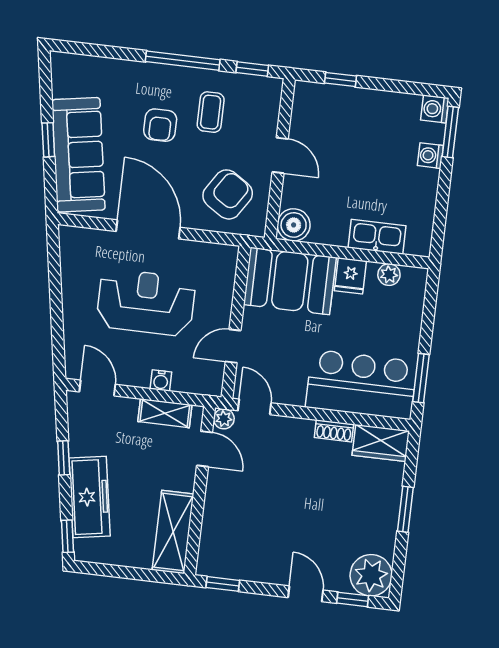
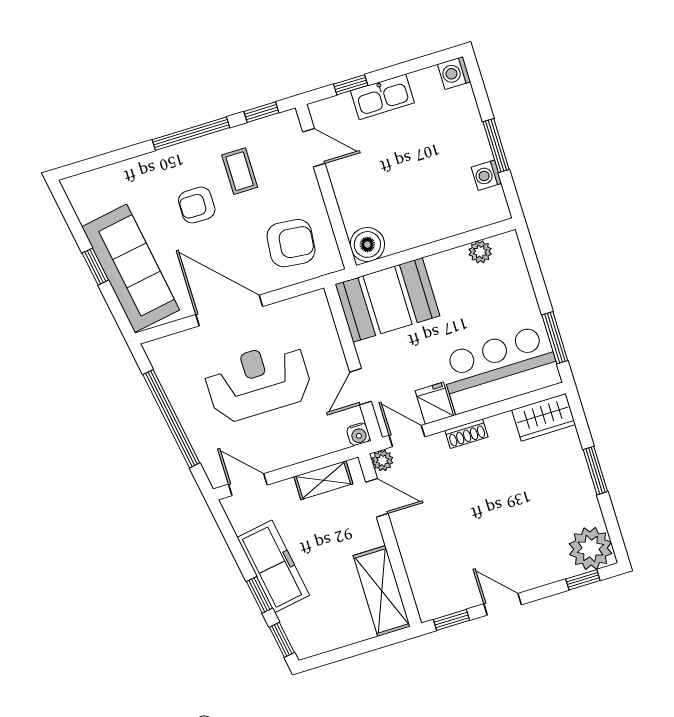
armchair: (160, 125) -> (197, 205), turned 90
window: (450, 132) -> (496, 146), moved
door: (280, 155) -> (314, 148), moved
washing machine: (430, 156) -> (486, 175), moved
armchair: (228, 194) -> (291, 243), turned 63
kitchen sink: (377, 237) -> (382, 97), moved, turned 180
fridge: (350, 276) -> (434, 403), moved, turned 180
window: (56, 301) -> (171, 419), added
water cooler: (161, 380) -> (358, 434), moved
shoe rack: (334, 431) -> (466, 434), moved
window: (64, 458) -> (259, 595), moved
freezer: (90, 497) -> (273, 566), moved
door: (306, 594) -> (503, 604), moved

